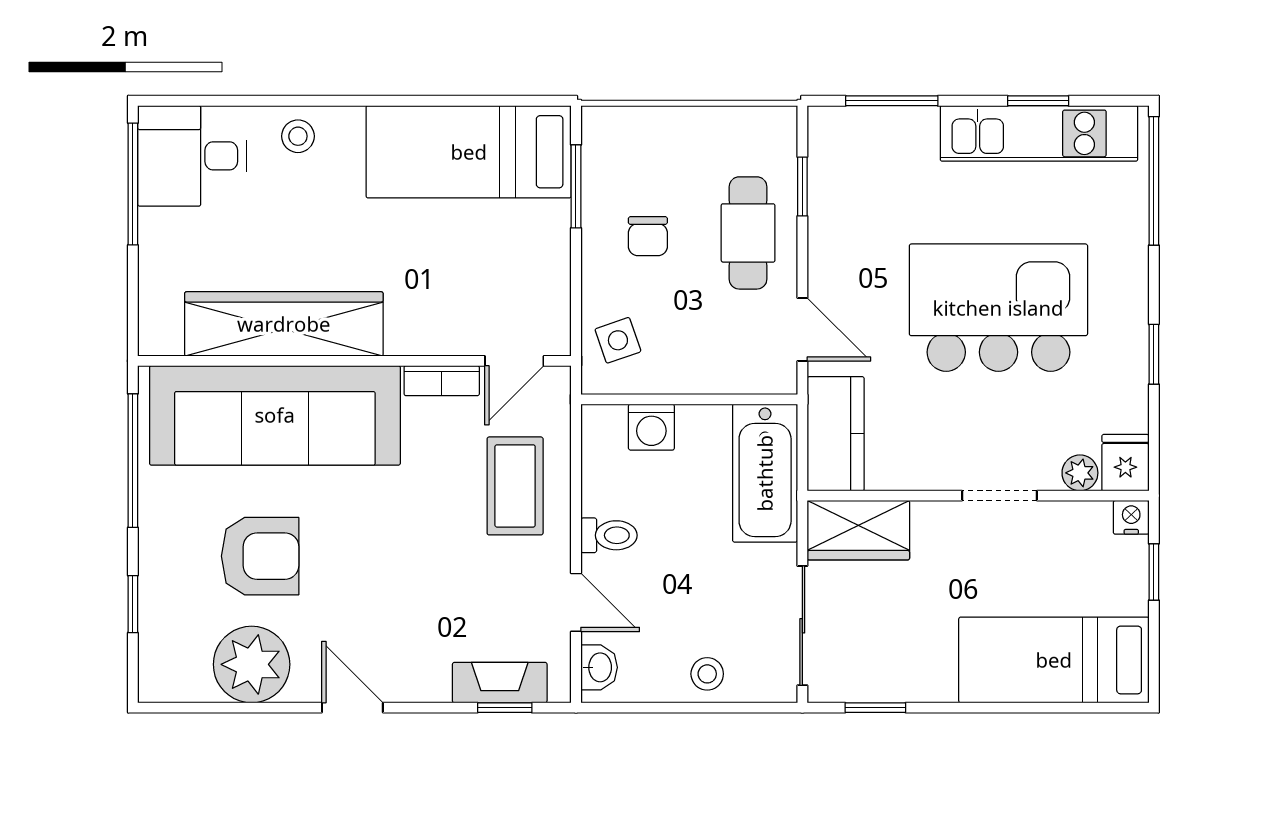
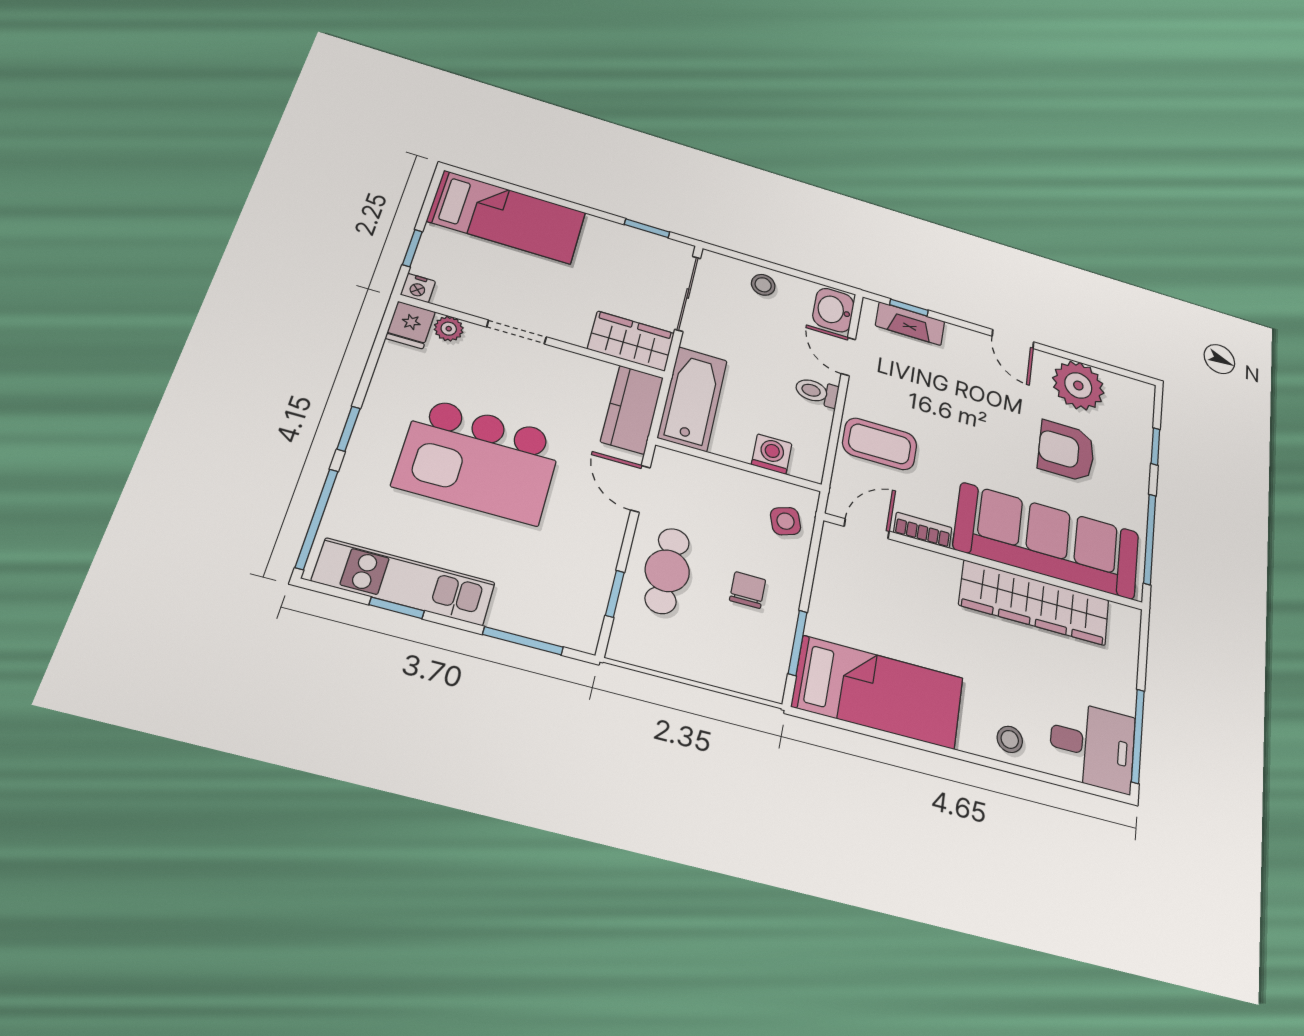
window: (1154, 354) -> (349, 429), moved
coffee table: (515, 486) -> (880, 444), turned 90
washbasin: (599, 667) -> (833, 310), width x1.38, depth x1.45

